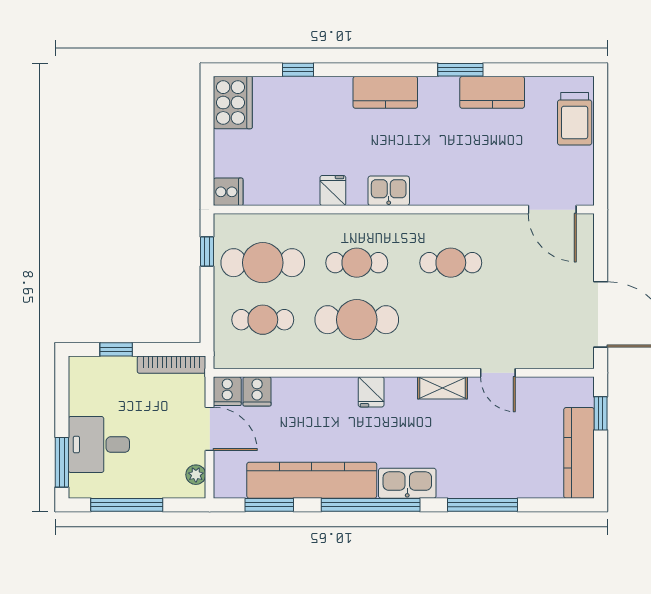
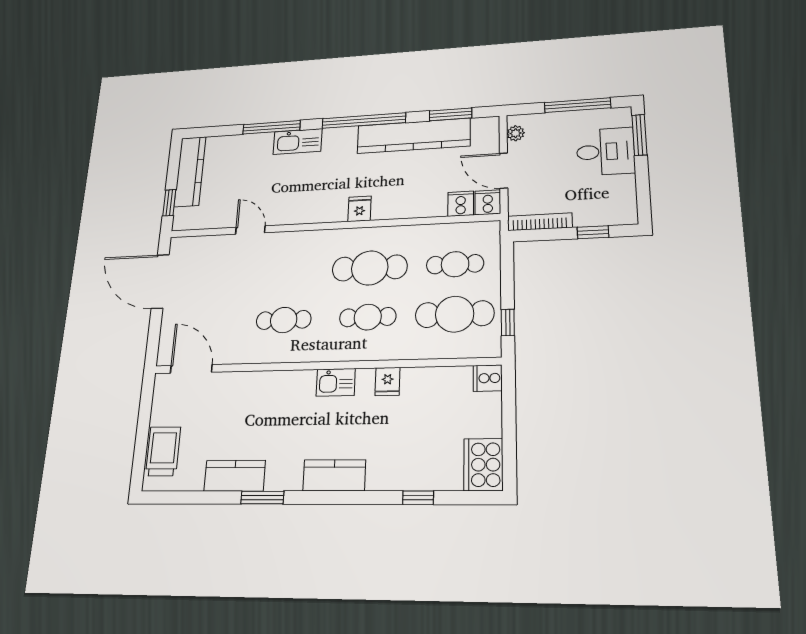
shelving: (442, 388) -> (298, 215), removed
kitchen sink: (407, 483) -> (298, 142), moved

